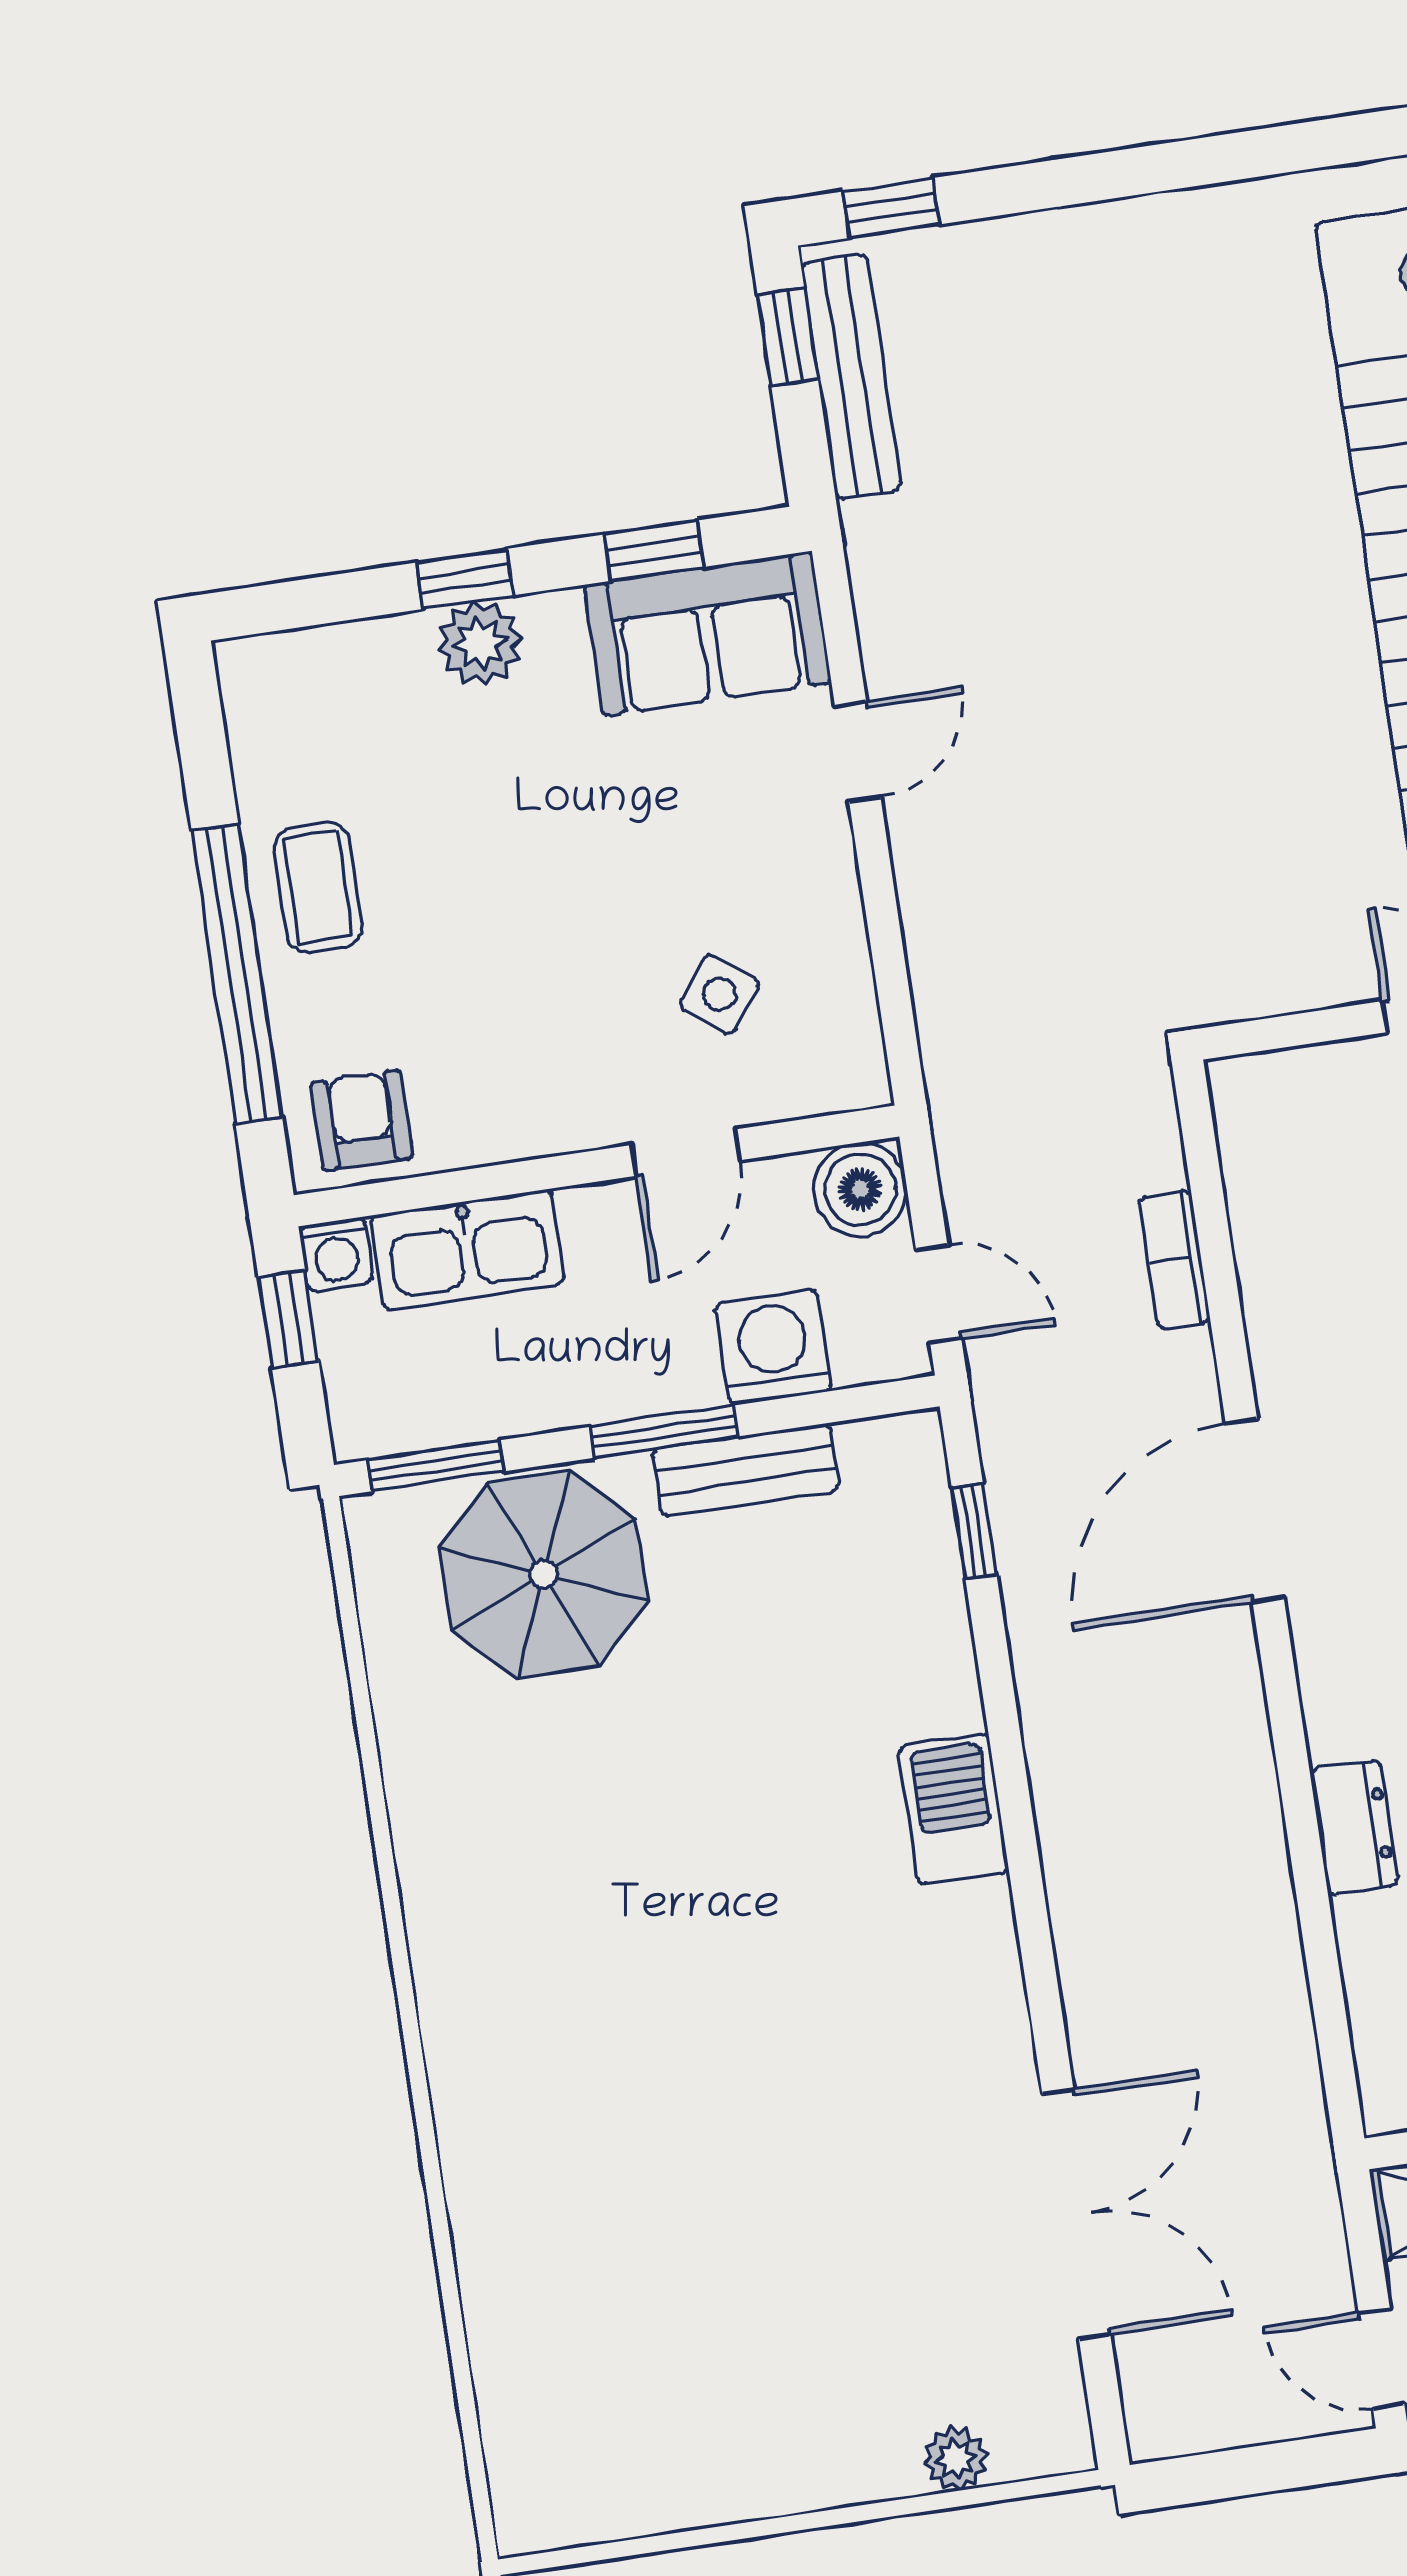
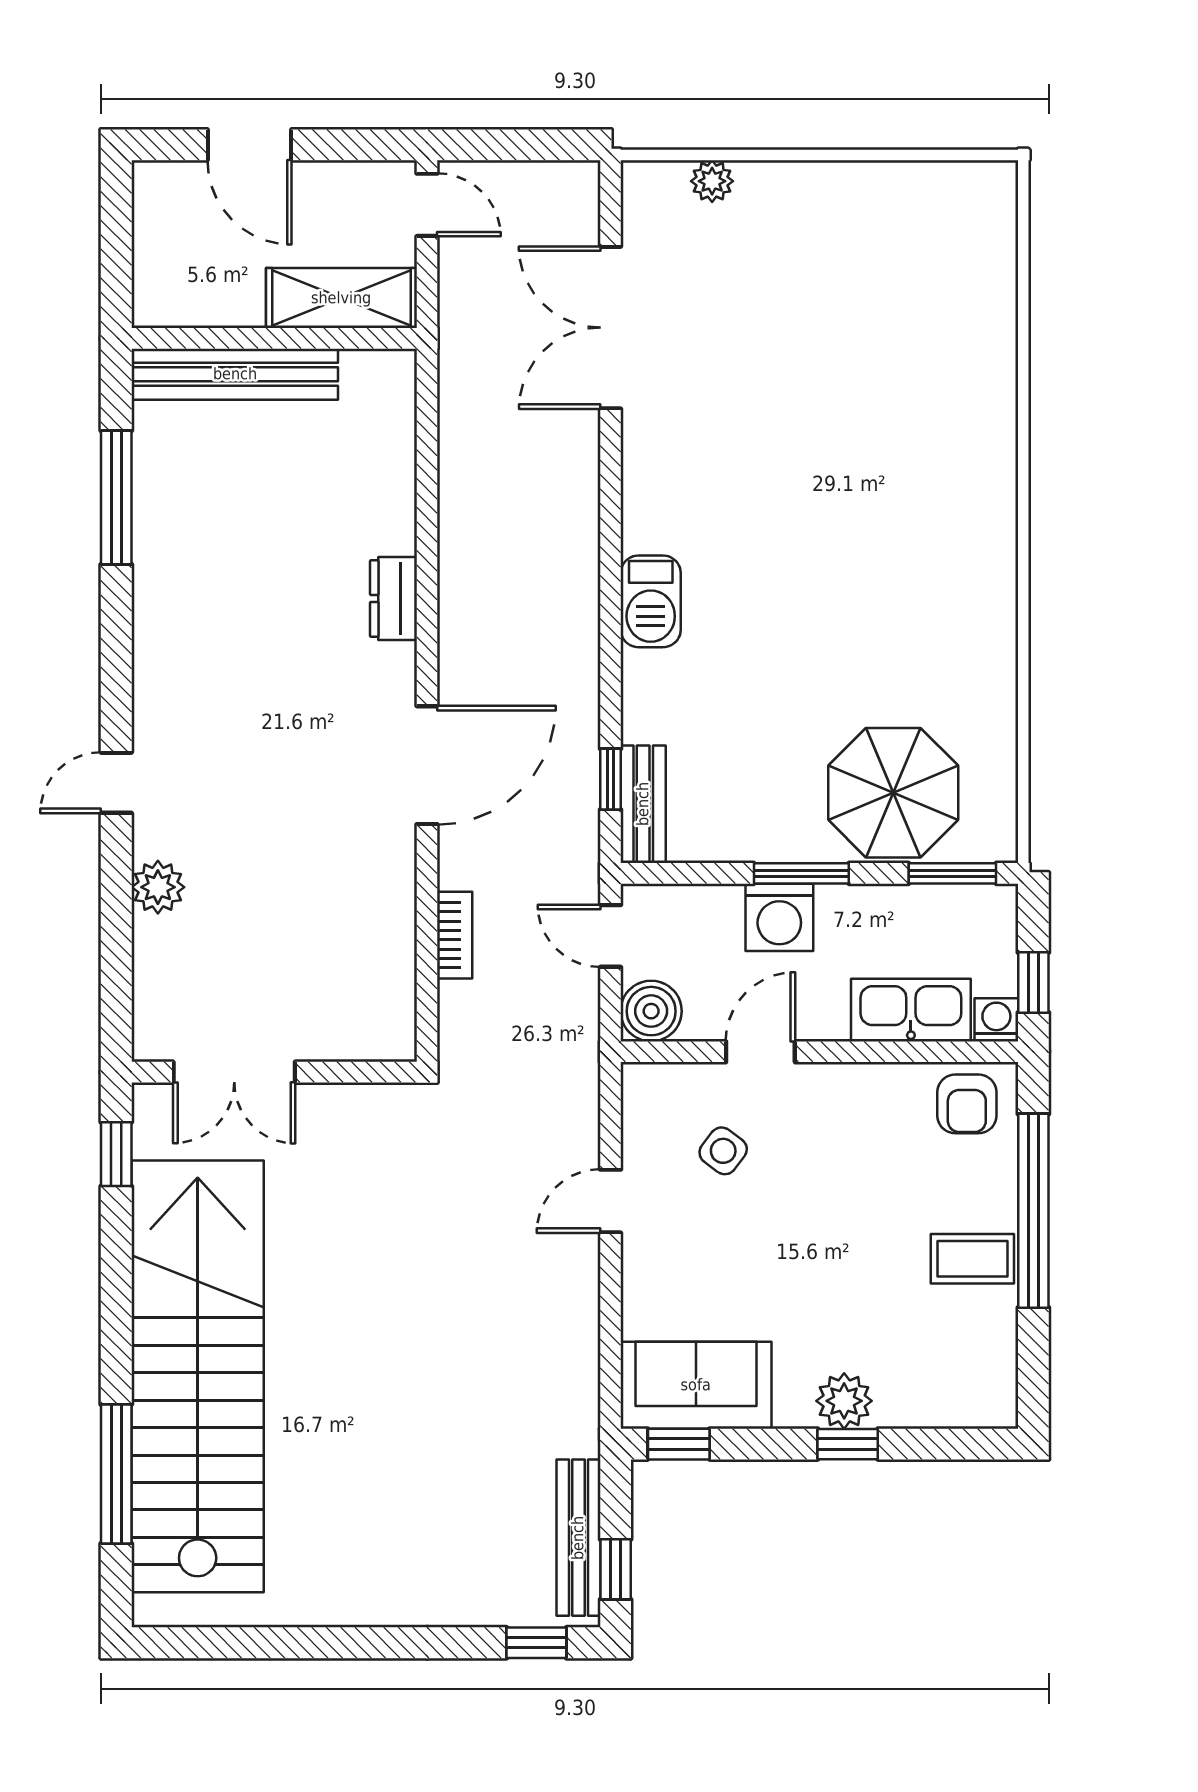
window: (654, 551) -> (679, 1444), moved
door: (858, 752) -> (610, 1201), moved
coffee table: (318, 887) -> (972, 1259), turned 90
washing machine: (773, 1347) -> (779, 917), moved
bench: (746, 1470) -> (643, 804), moved, turned 90
dresser: (1354, 1827) -> (393, 599), moved

